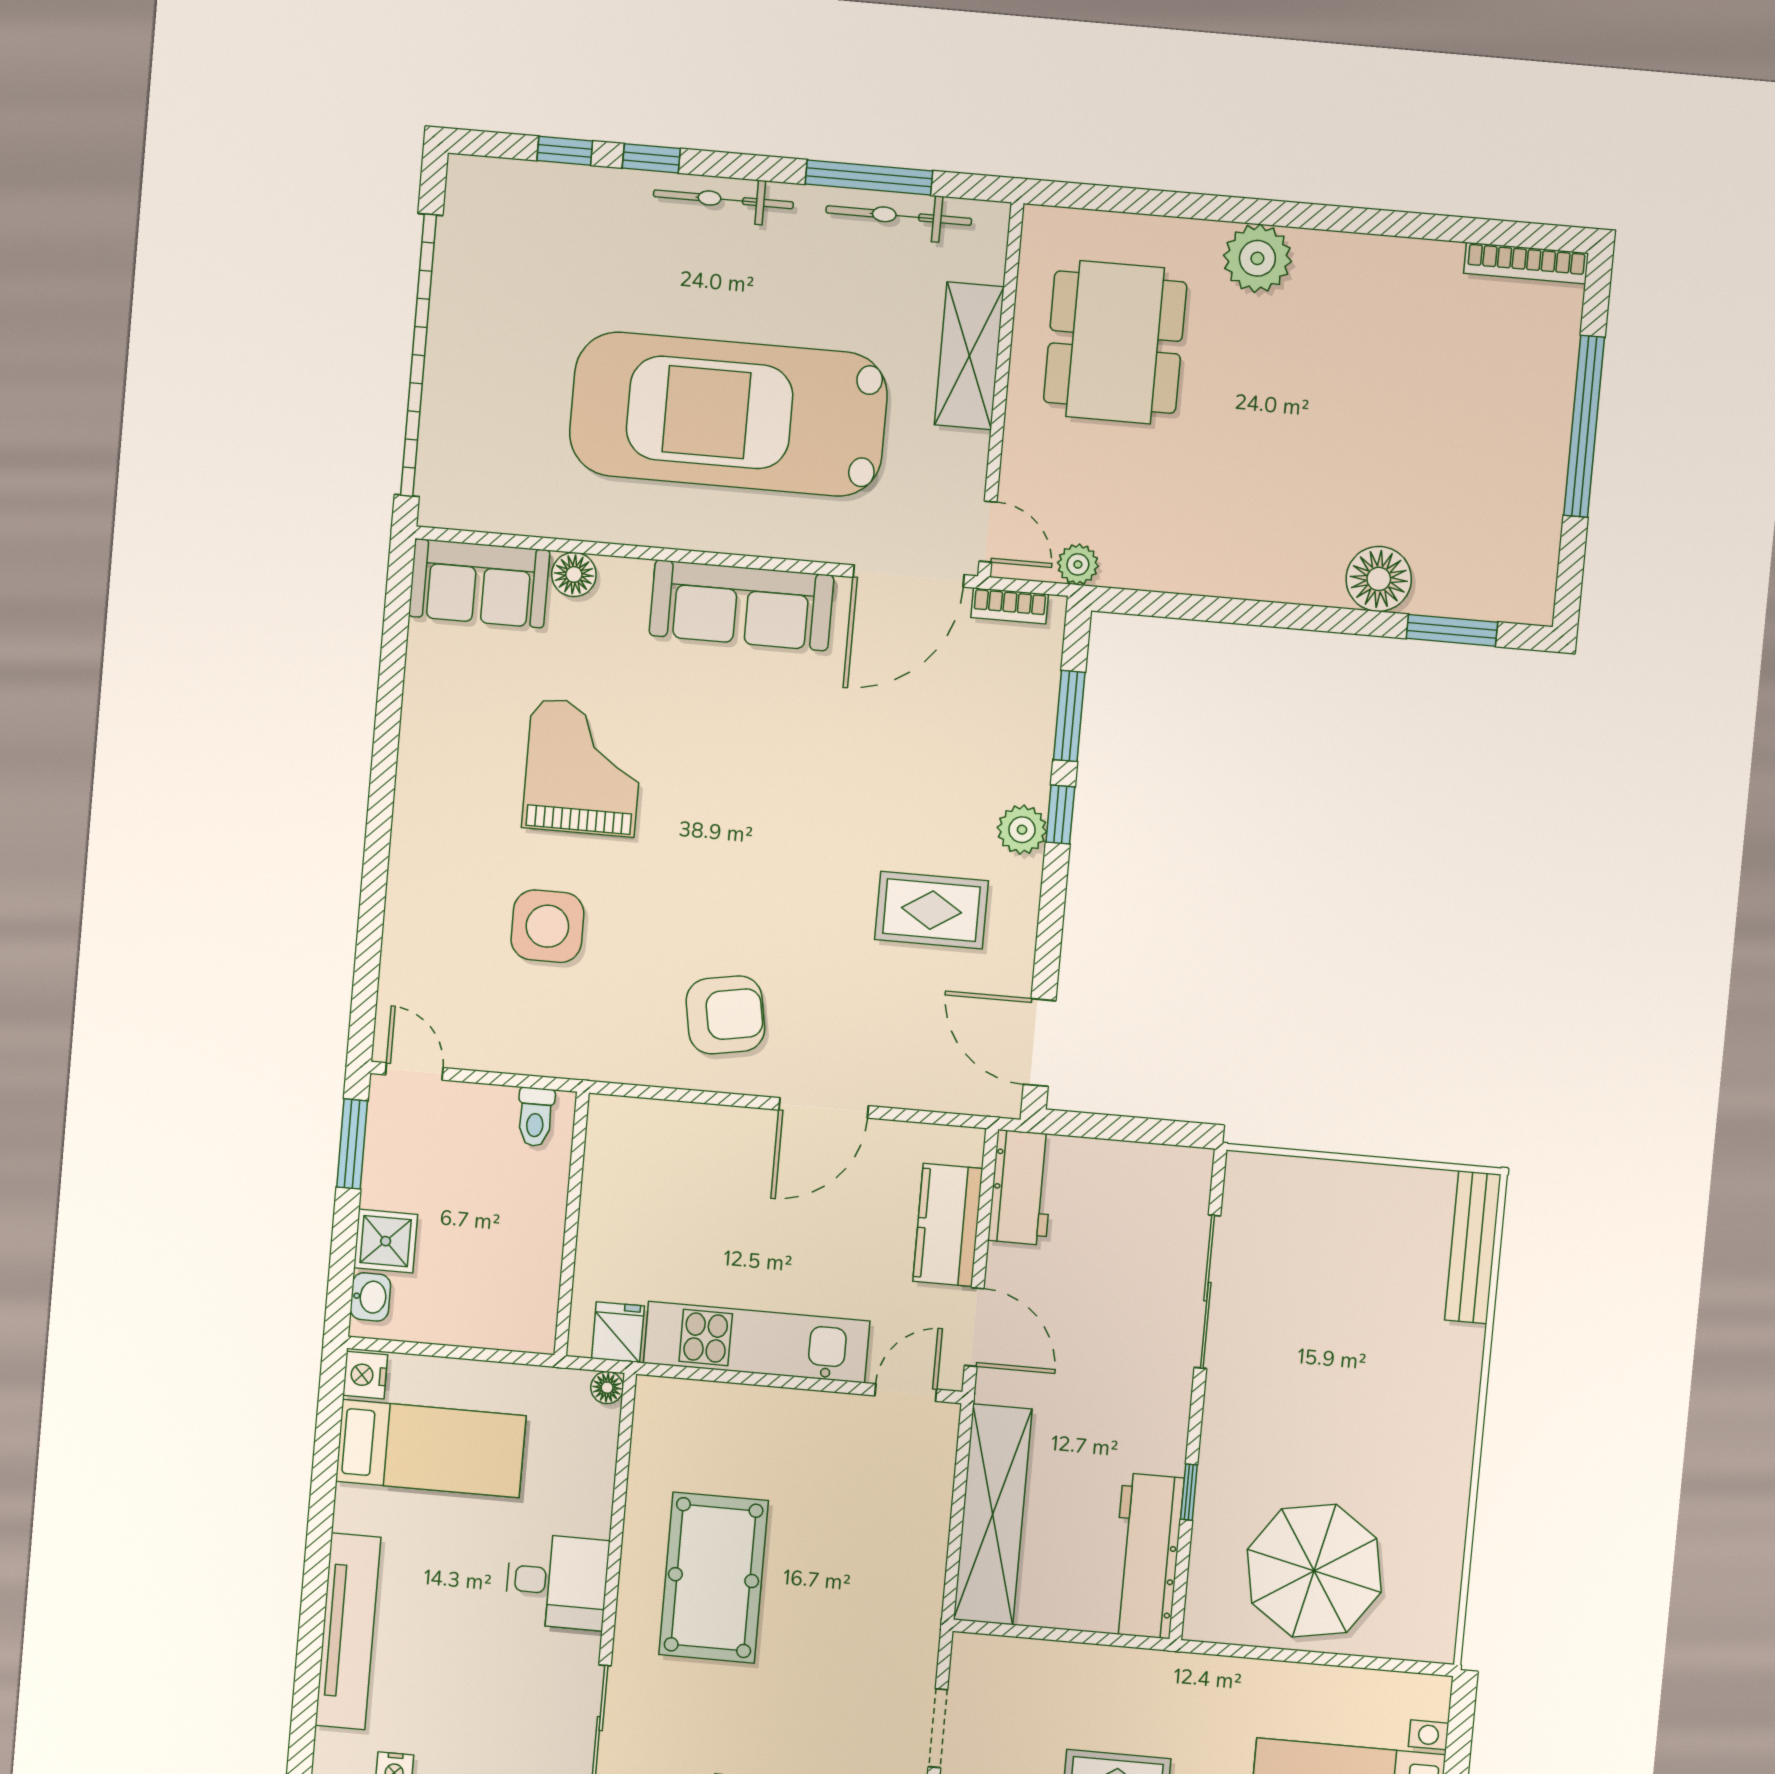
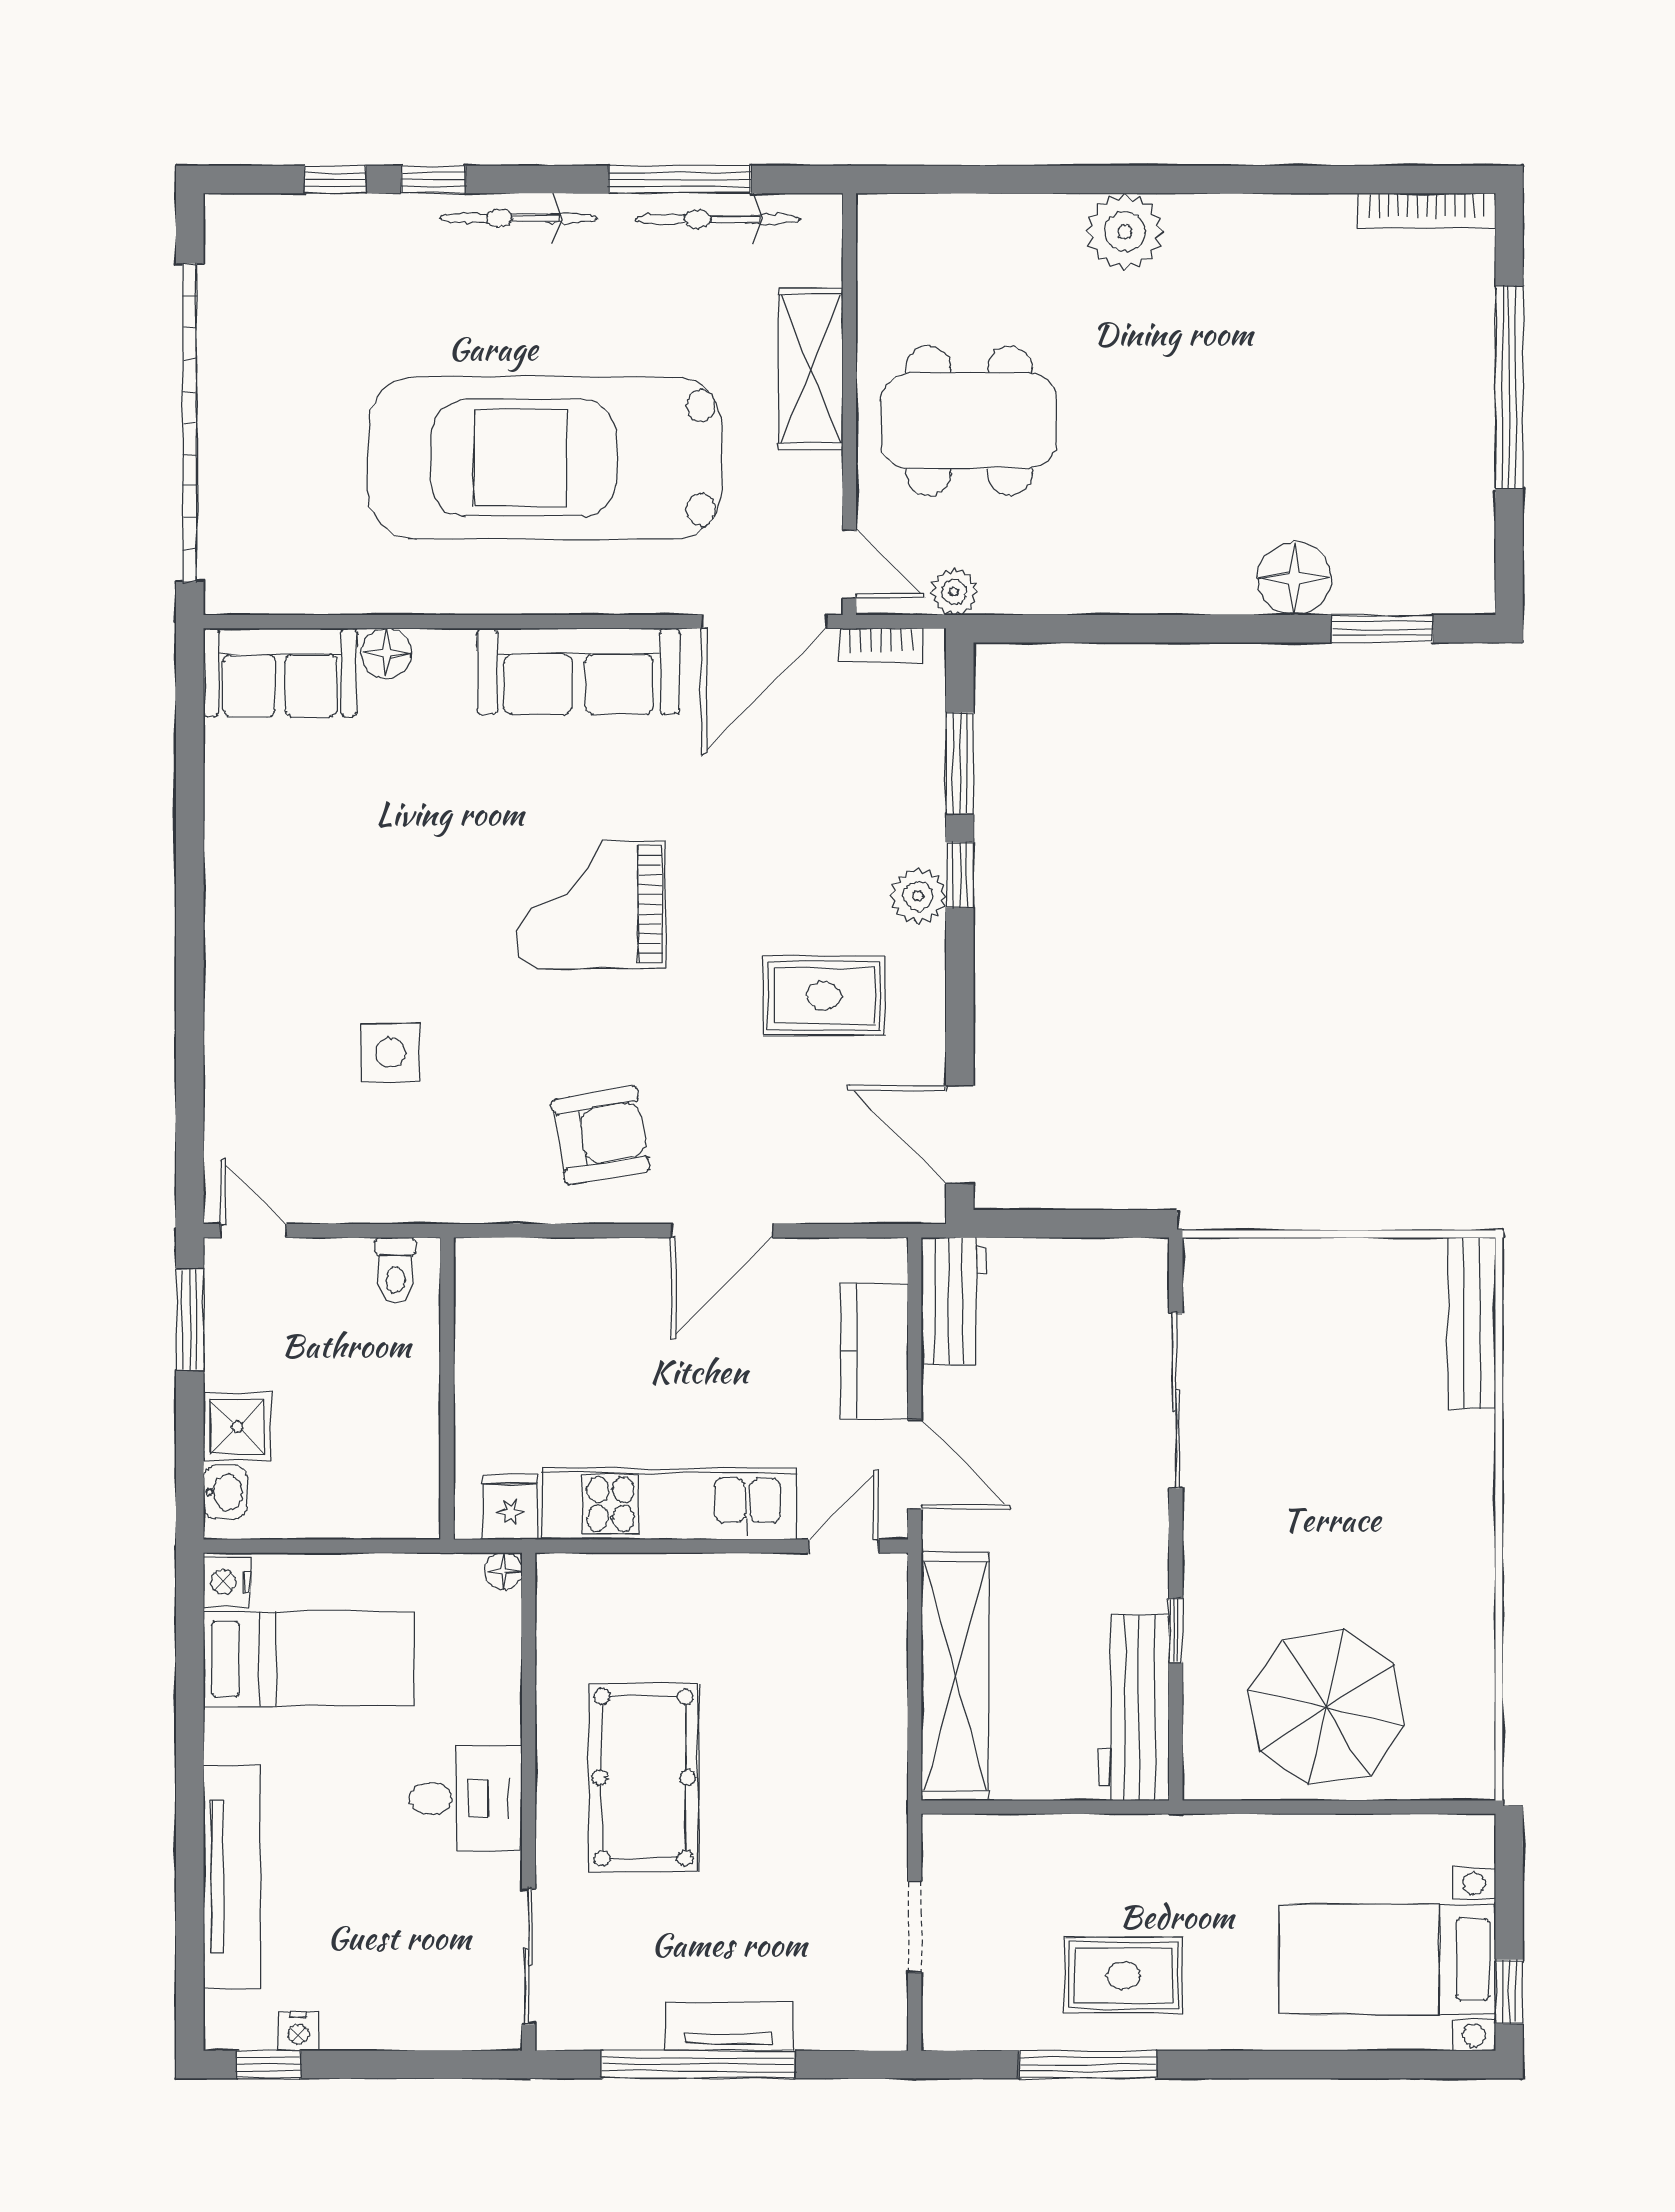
dining table: (1115, 342) -> (969, 421), moved, turned 90
grand piano: (583, 768) -> (591, 904), moved, turned -90
side table: (547, 926) -> (391, 1053), width x0.73, depth x0.73

